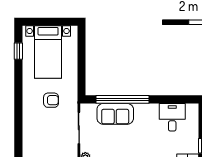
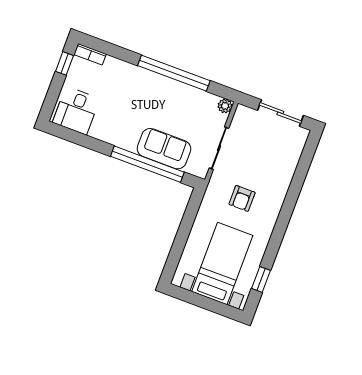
armchair: (51, 100) -> (242, 198), turned -90
desk: (172, 117) -> (76, 111), moved

